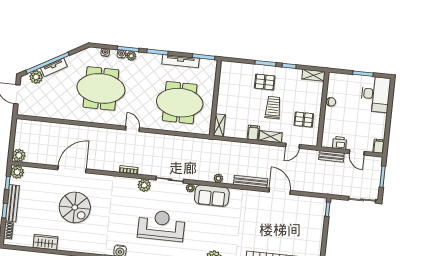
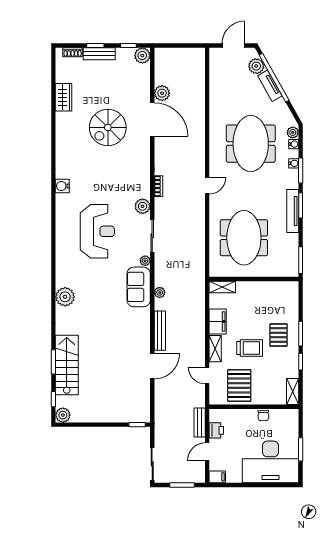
plant: (131, 56) -> (293, 132), moved
tv unit: (181, 61) -> (293, 211), moved
desk: (376, 94) -> (270, 462), width x1.36, depth x1.30
pallet: (304, 120) -> (239, 385), width x1.50, depth x1.42
filing cabinet: (253, 133) -> (218, 322), width x2.00
plant: (19, 155) -> (162, 93), moved
bench: (12, 203) -> (99, 54), width x0.73

